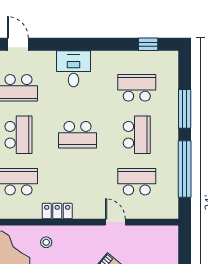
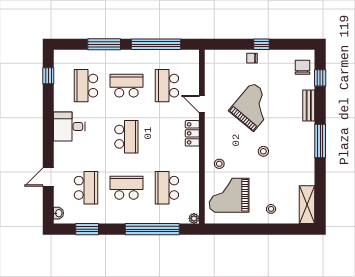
door: (18, 44) -> (48, 177), moved
desk: (74, 69) -> (69, 127), moved
locker: (57, 211) -> (192, 133), moved
door: (115, 222) -> (202, 104), hinge flipped

